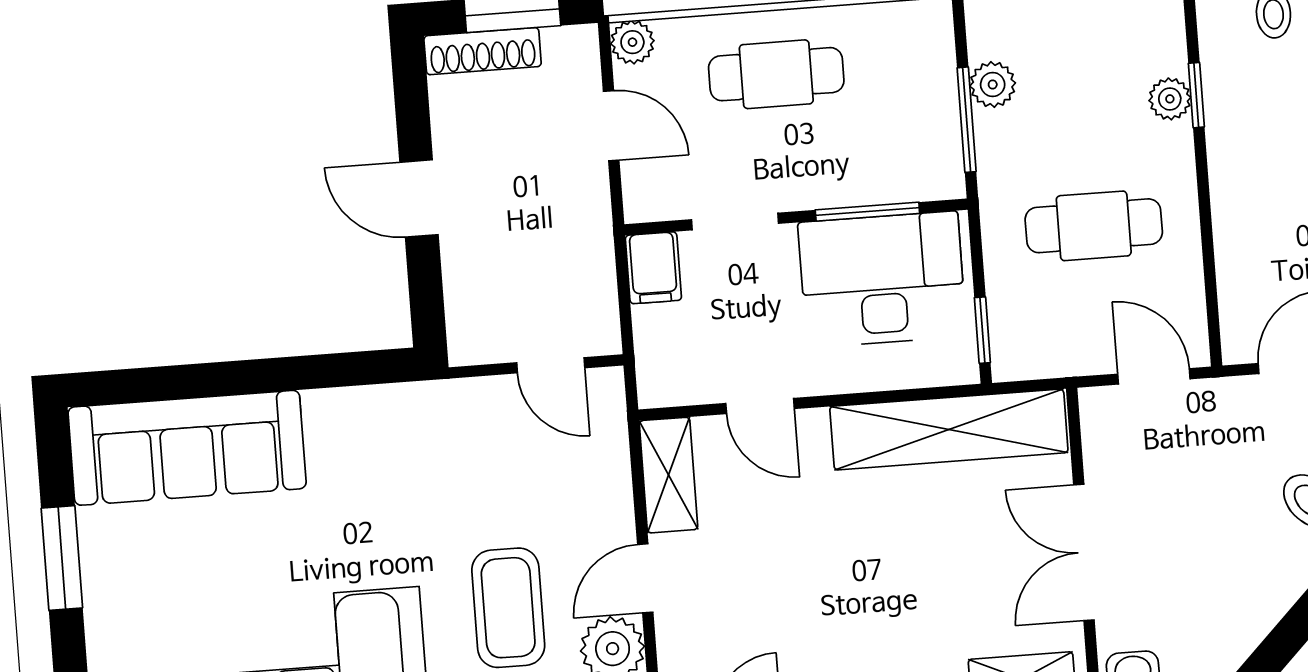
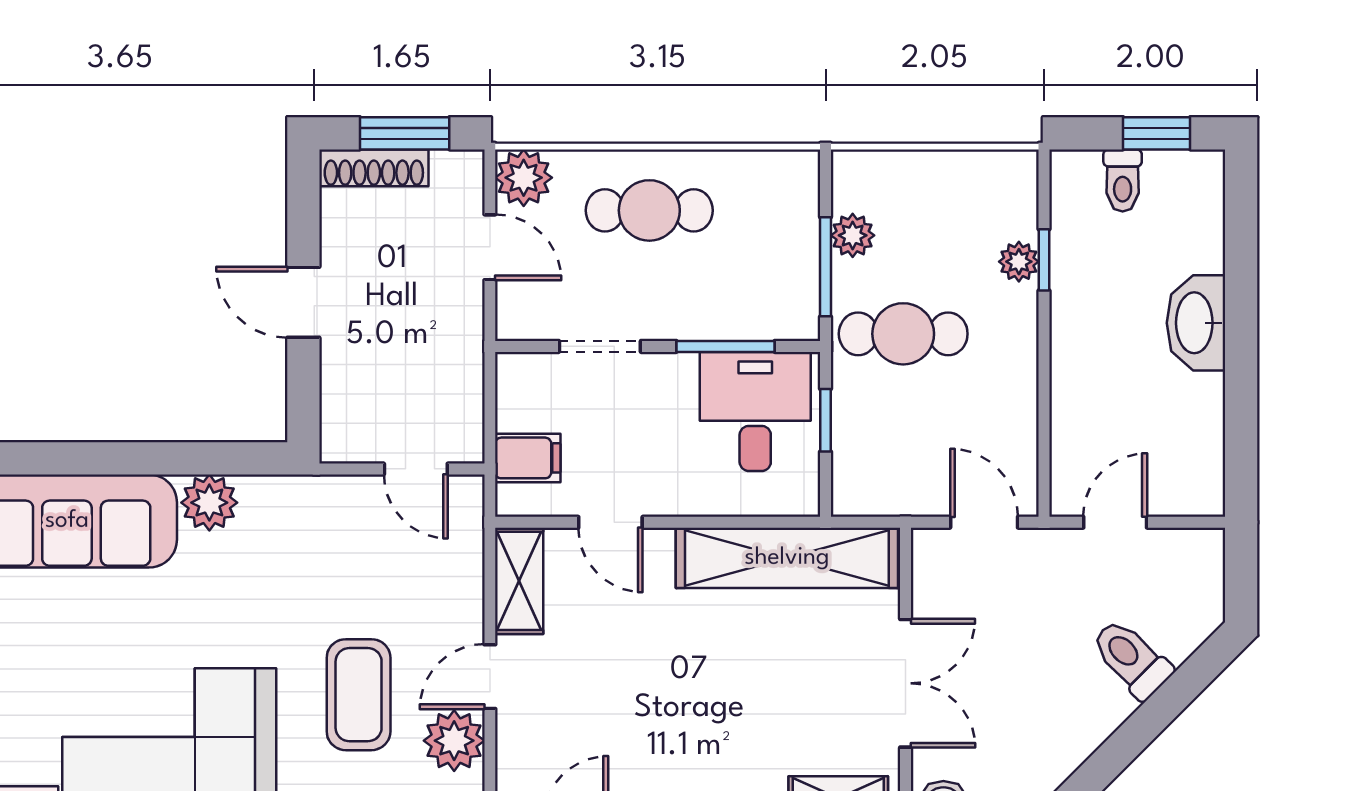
plant: (632, 42) -> (524, 178), width x1.38, depth x1.38
cafe table: (1094, 226) -> (903, 334), moved
filing cabinet: (653, 268) -> (528, 458), moved, turned -90
desk: (882, 279) -> (755, 411), width x0.73
window: (982, 330) -> (826, 420), moved
plant: (336, 417) -> (209, 503), added
double door: (1084, 552) -> (905, 683), swing flipped

